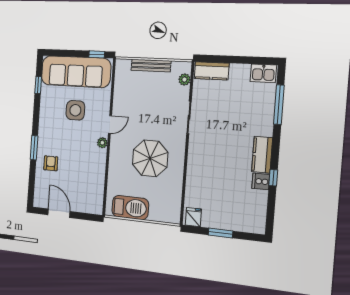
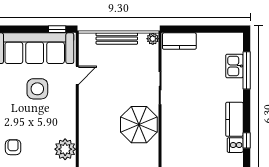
kitchen sink: (263, 73) -> (234, 66), moved, turned 90
plant: (184, 80) -> (153, 39), moved
door: (110, 125) -> (77, 75), moved
plant: (102, 143) -> (65, 149), moved, width x1.87, depth x1.87
parasol: (150, 158) -> (139, 125), moved

